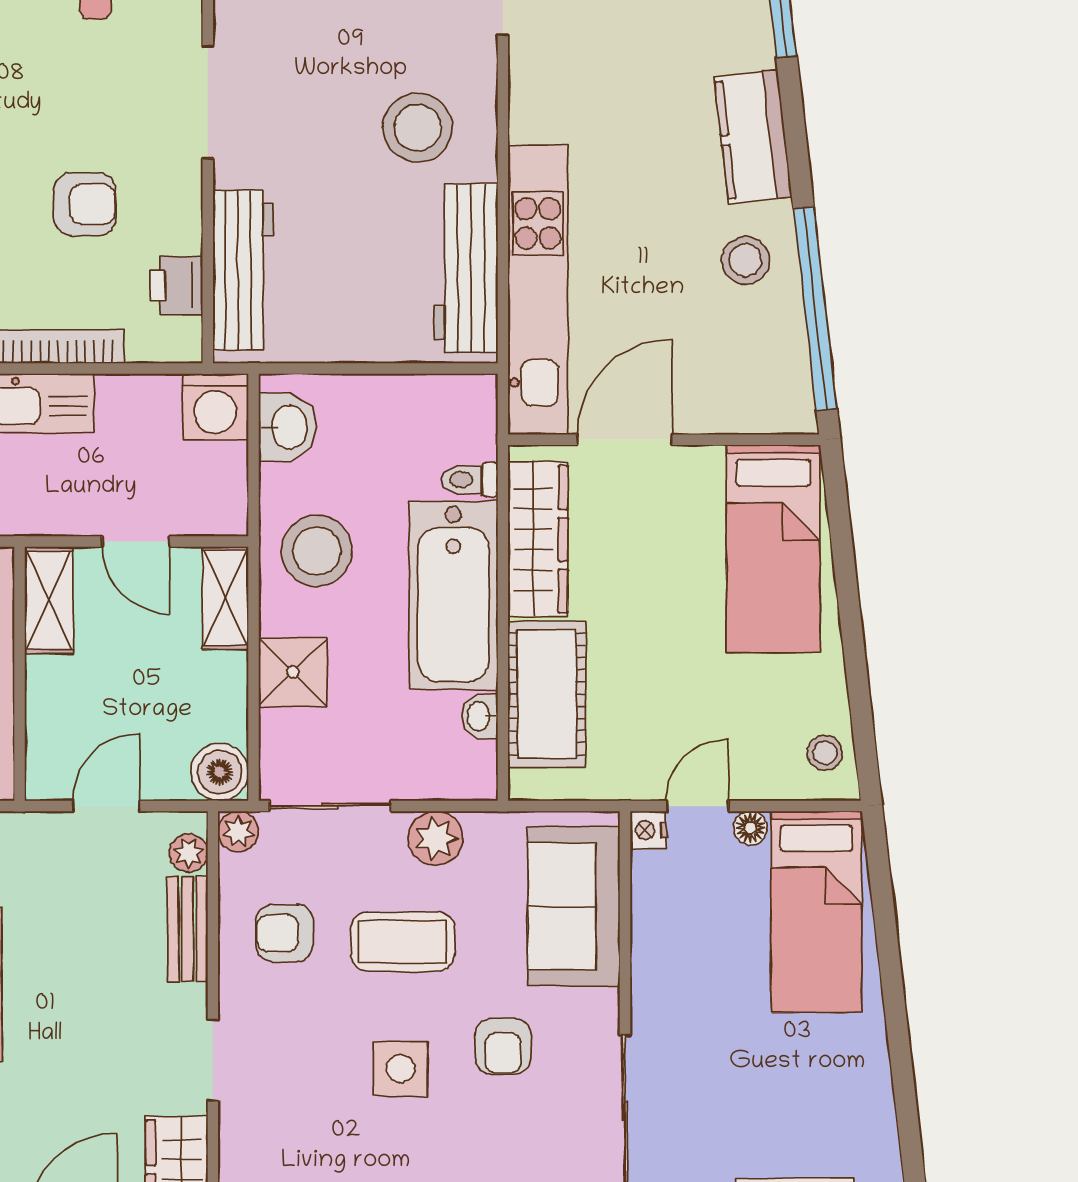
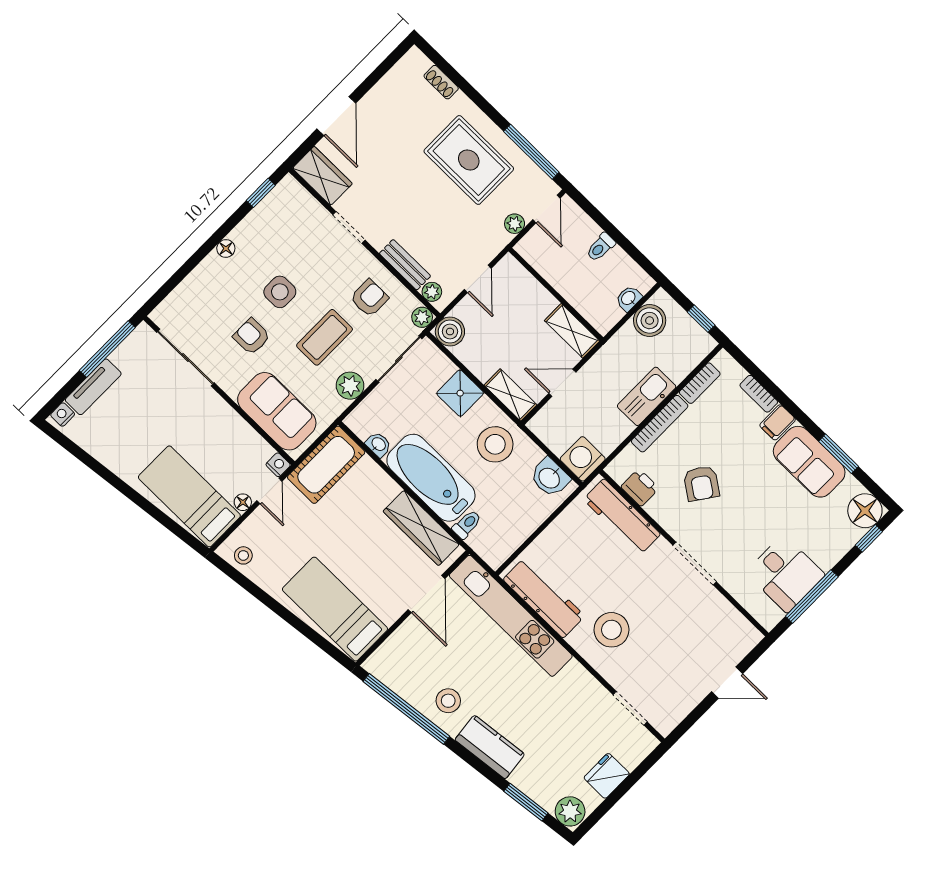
armchair: (85, 204) -> (701, 483), turned -55
cot: (547, 694) -> (326, 465), moved, turned 90

